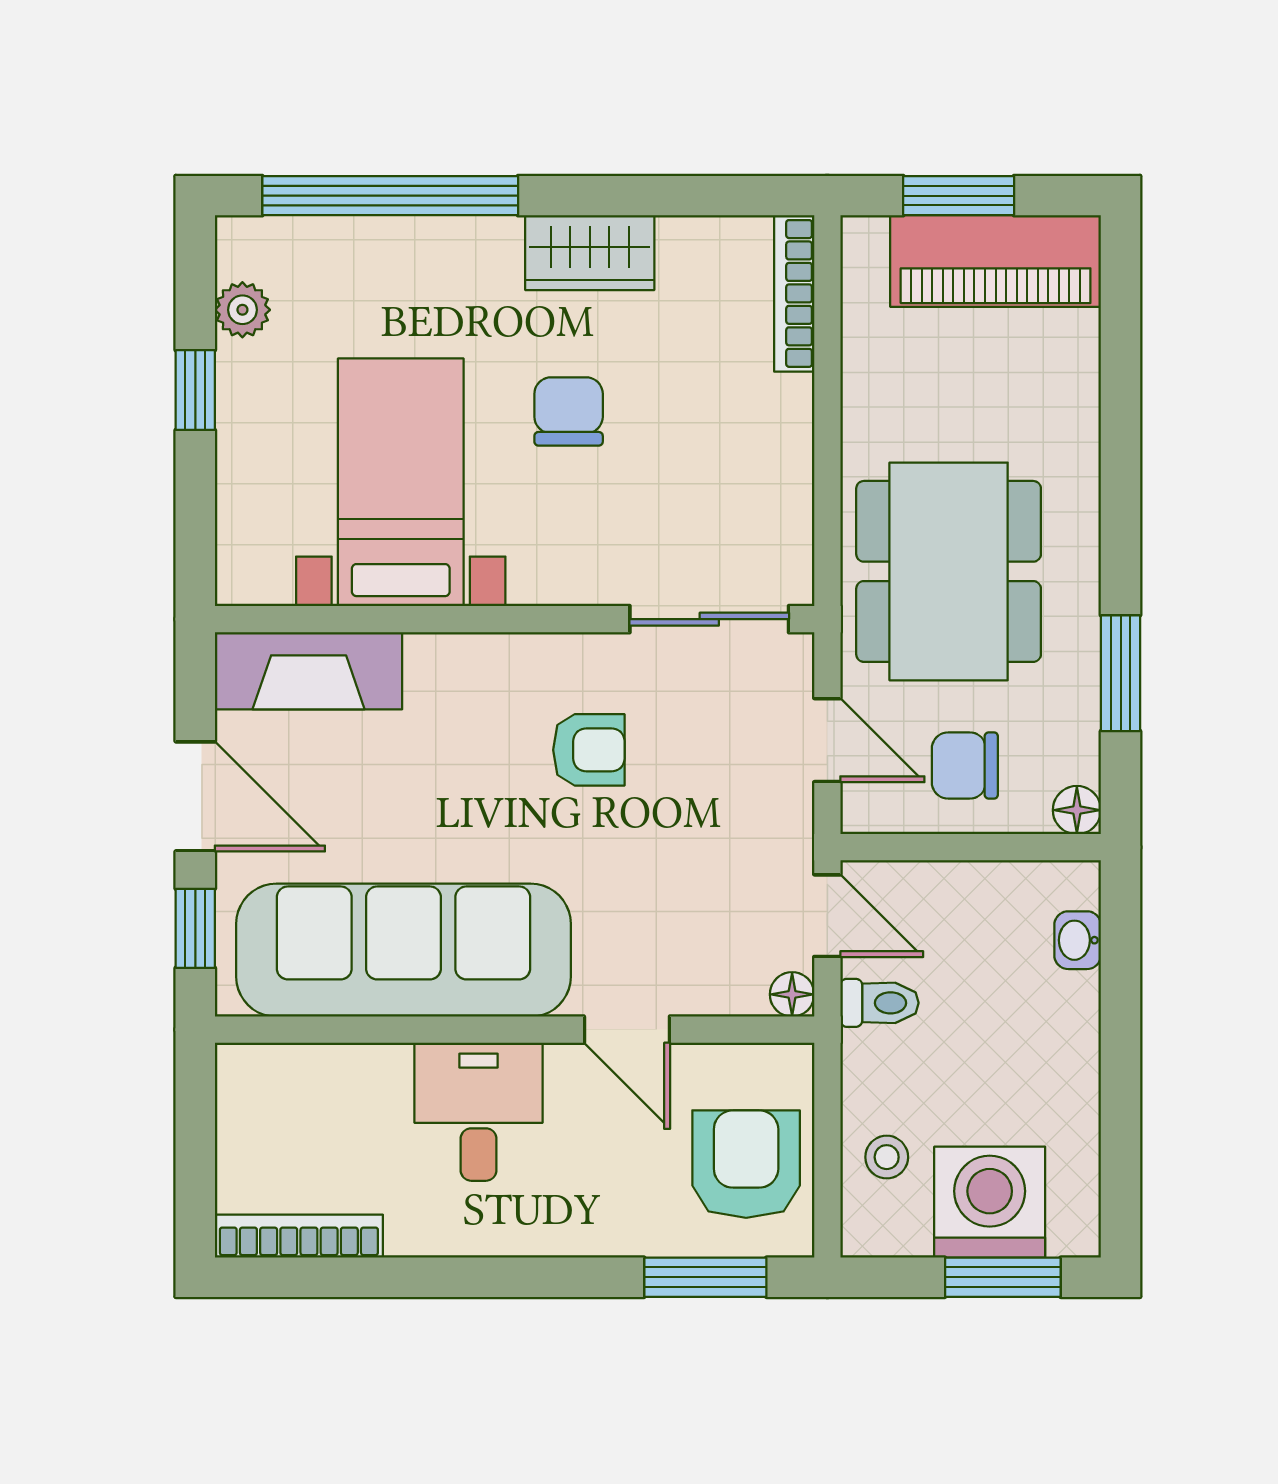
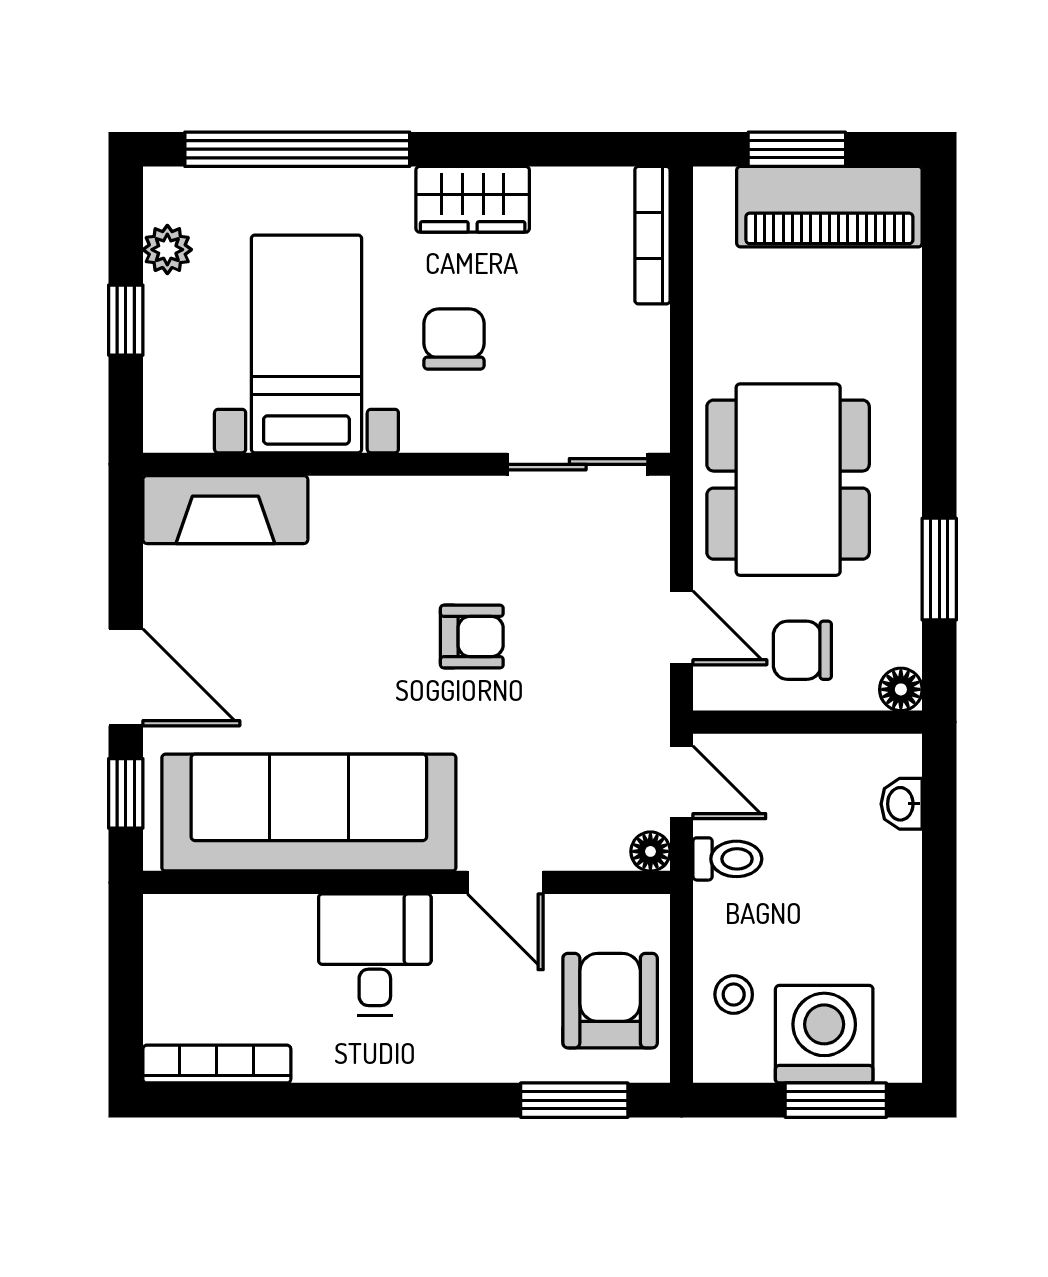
bed with nightstands: (401, 482) -> (306, 344), moved
wall: (515, 619) -> (407, 464), moved
sliding door: (709, 619) -> (578, 464), moved
fireplace: (309, 671) -> (225, 510), moved

